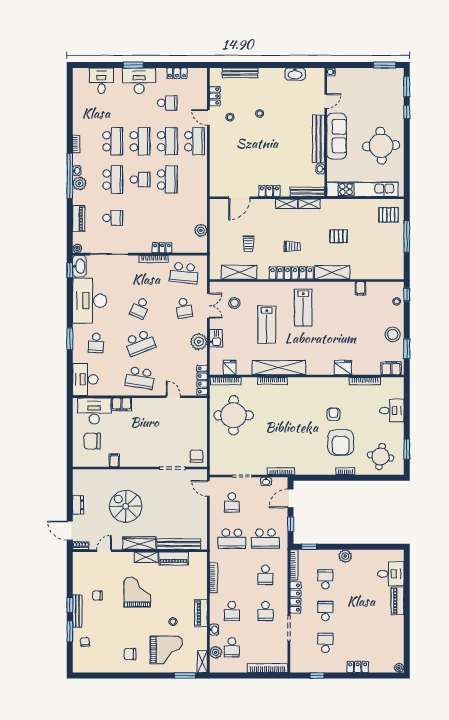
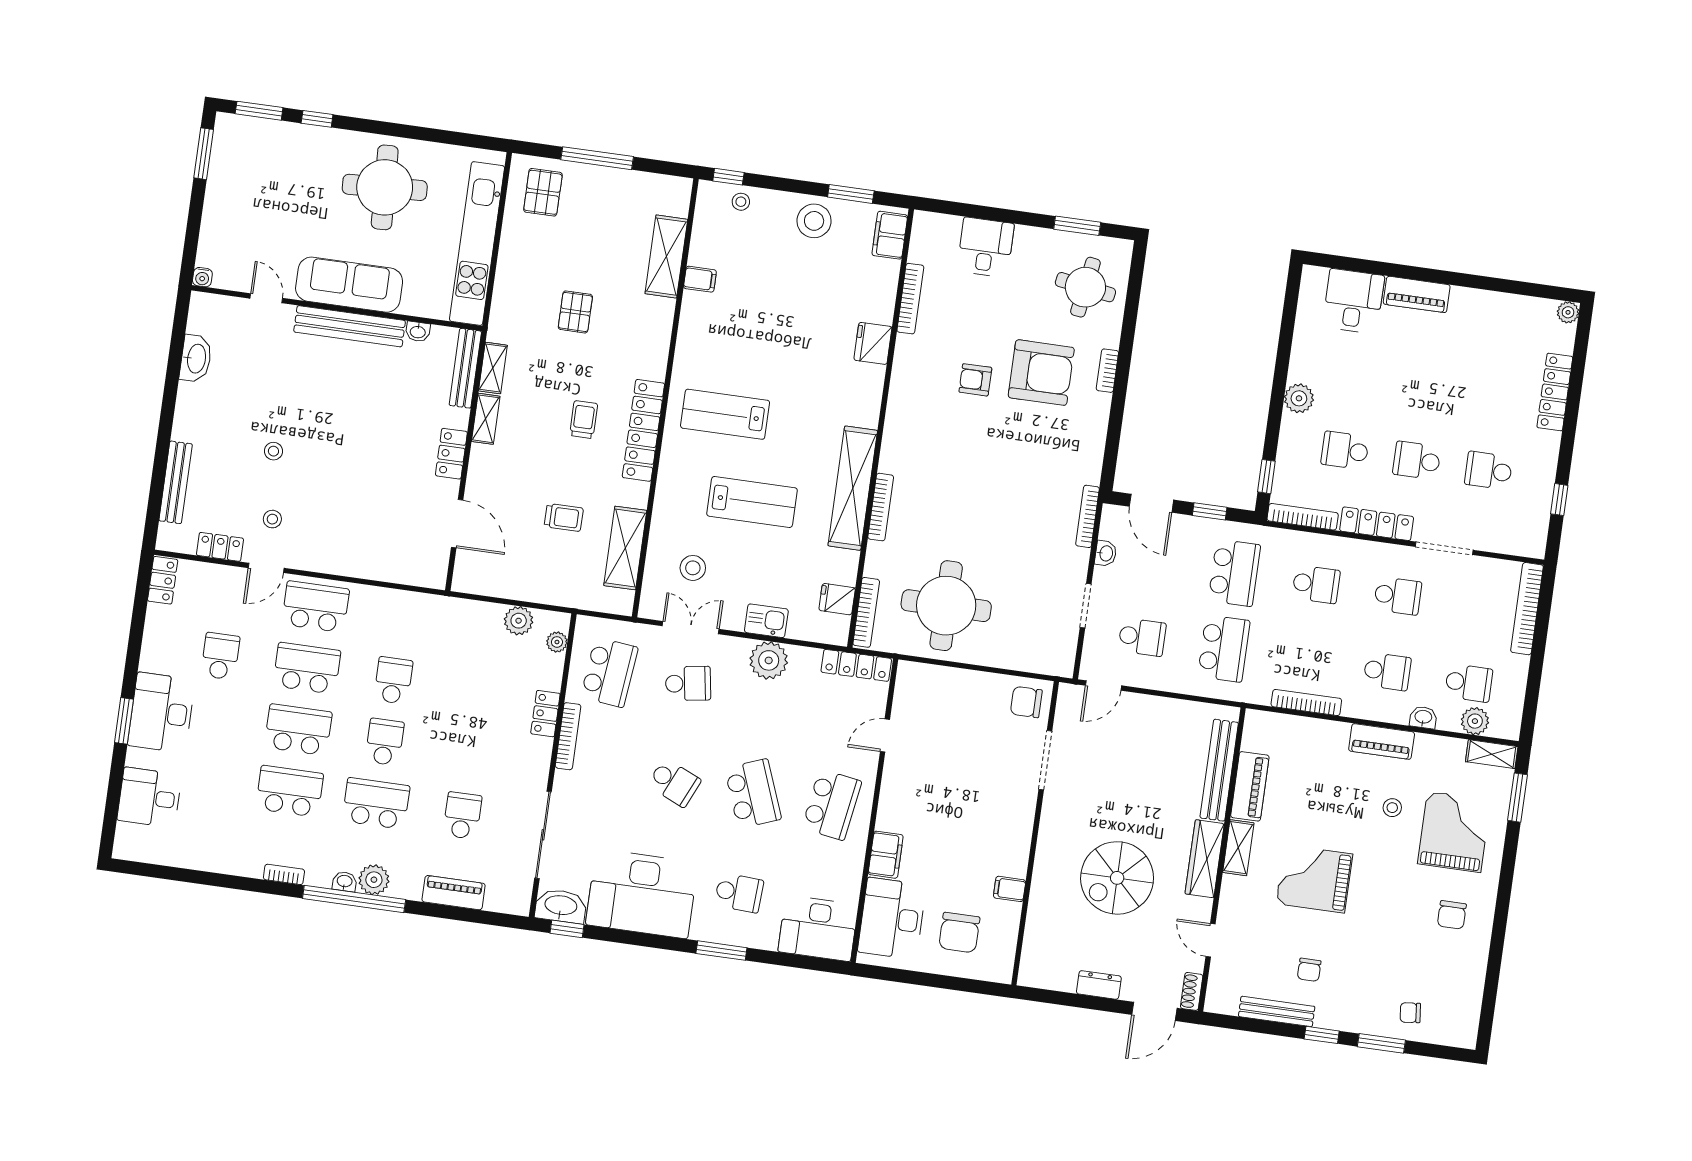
locker: (177, 73) -> (163, 580), moved
school desk: (167, 180) -> (393, 680), width x0.54
plant: (77, 248) -> (557, 642), moved
shelving: (332, 272) -> (666, 257), moved
lab bench: (303, 308) -> (725, 414), turned 180
bench: (77, 611) -> (1277, 1011), moved
locker: (358, 667) -> (1555, 392), width x1.53

